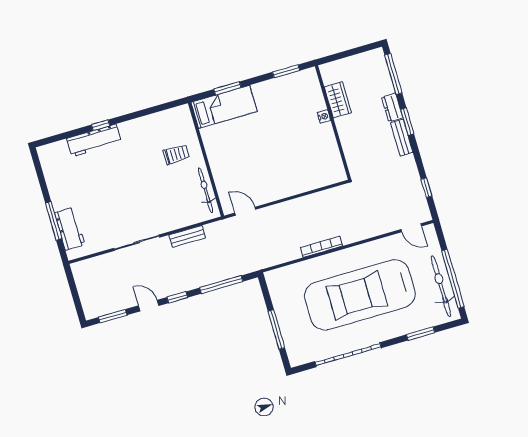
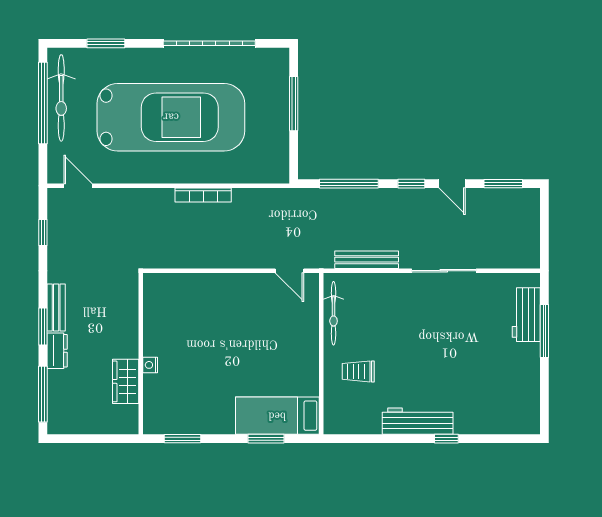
workbench: (94, 140) -> (418, 421), moved
bench: (187, 236) -> (367, 260), width x1.36

